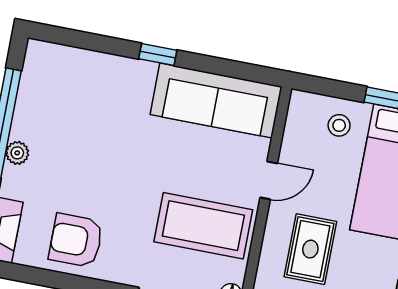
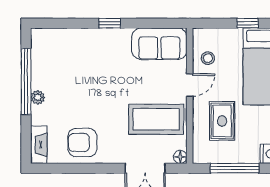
sofa: (216, 100) -> (159, 44), width x0.73
stool: (339, 125) -> (208, 58), moved

